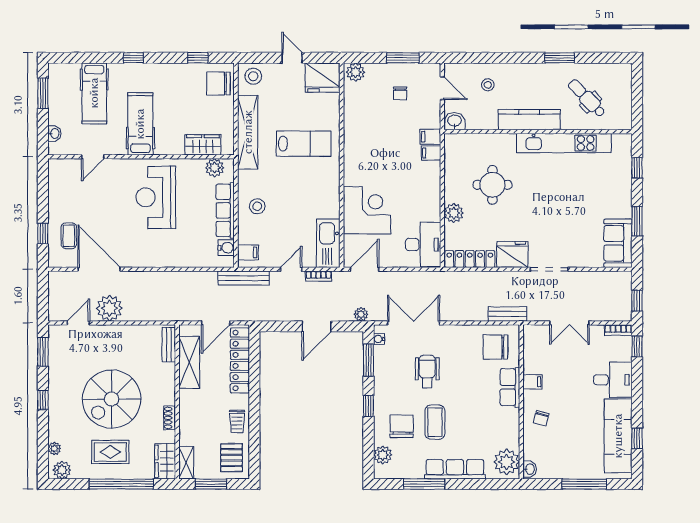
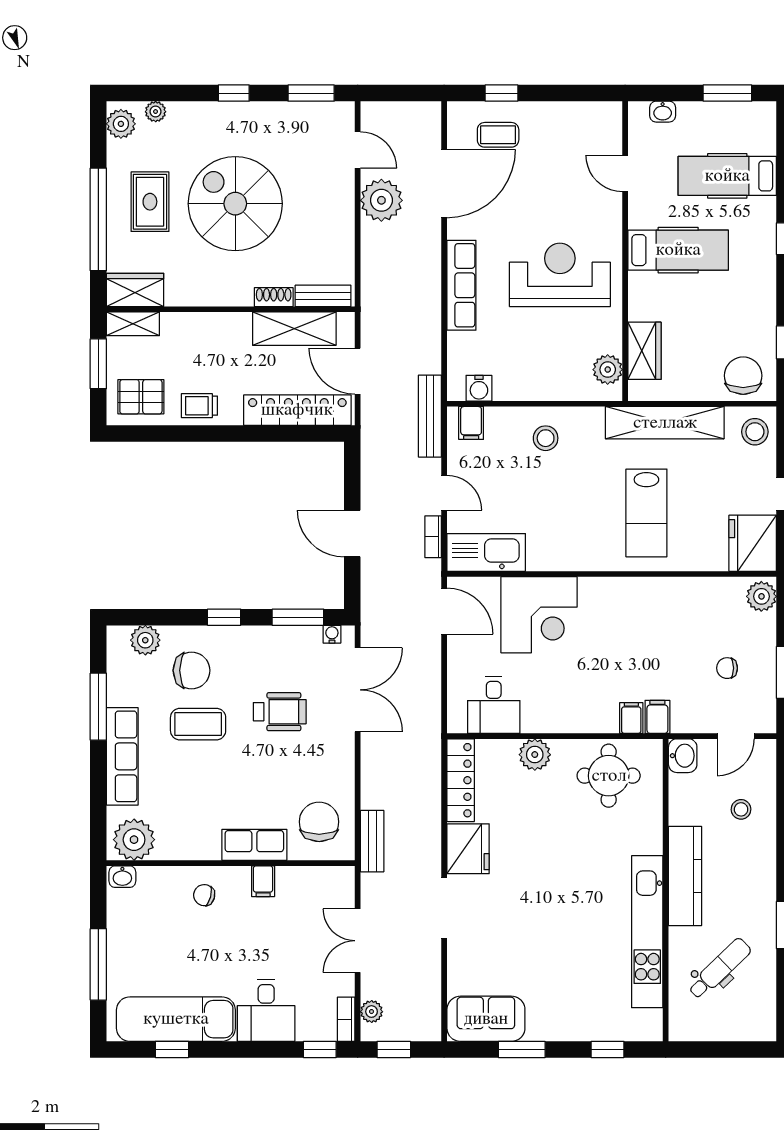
round table: (492, 185) -> (609, 776), moved
row of seats: (225, 210) -> (461, 285), moved, turned 90
desk: (423, 245) -> (494, 705), width x0.73
plant: (361, 314) -> (372, 1012), moved
shoe rack: (170, 418) -> (274, 297), moved

